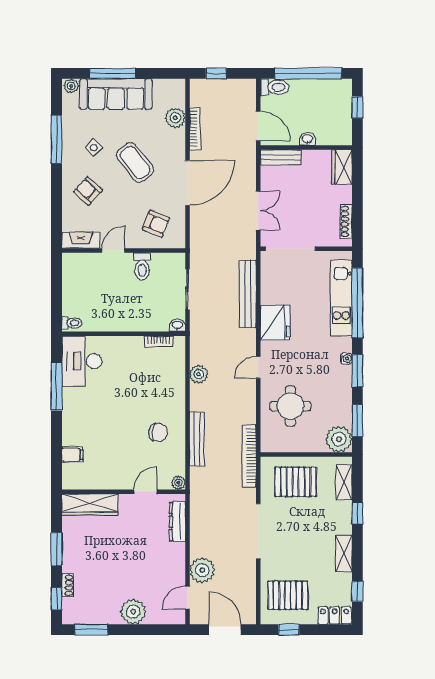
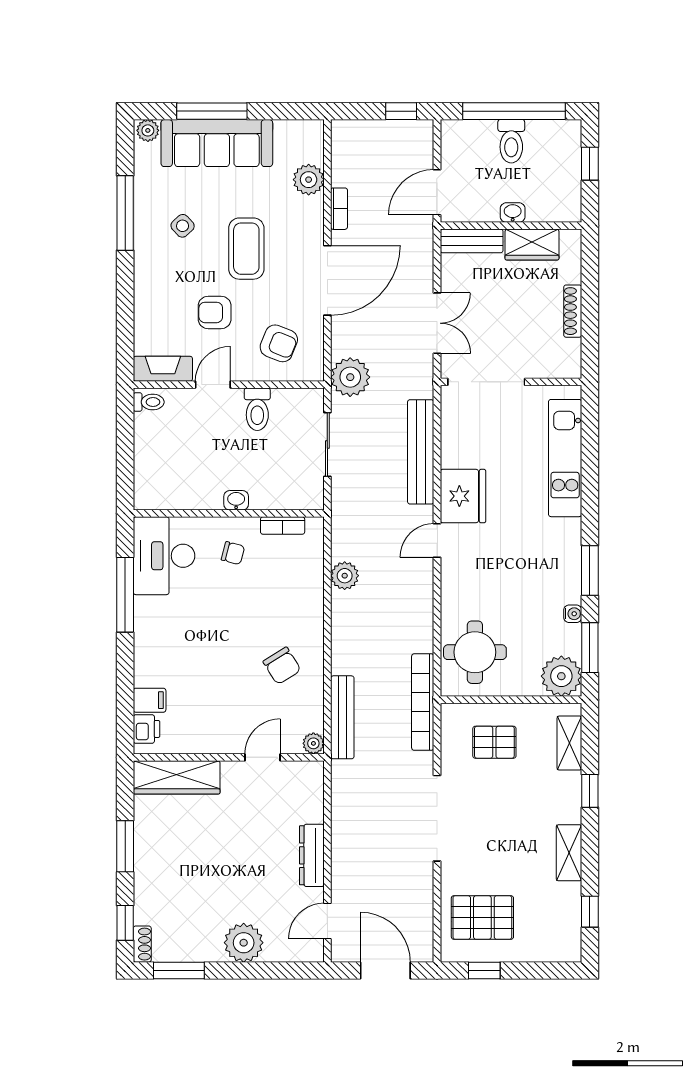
window: (216, 73) -> (401, 111), moved
toilet: (275, 87) -> (511, 141), moved, turned 90
door: (258, 126) -> (437, 192), swing flipped
bookcase: (195, 129) -> (339, 209), width x0.64
coffee table: (135, 162) -> (246, 249), turned 38
wardrobe: (342, 167) -> (532, 245), moved, turned -90
armchair: (88, 191) -> (215, 312), moved, turned -42
shoe rack: (346, 221) -> (573, 311), moved
window: (357, 303) -> (590, 466), removed
toilet: (72, 323) -> (149, 402), moved
washbasin: (177, 325) -> (236, 500), moved
chair: (126, 359) -> (233, 553), added
water cooler: (346, 359) -> (573, 614), moved
door: (258, 367) -> (437, 540), moved
round table: (290, 406) -> (475, 652), moved
chair: (158, 432) -> (282, 666), turned 51
bench: (197, 439) -> (342, 717), moved
printer: (70, 473) -> (146, 729), added
pallet: (296, 482) -> (494, 742), width x0.67, depth x0.71
dresser: (177, 522) -> (312, 855), moved
plant: (202, 570) -> (350, 377), moved
shoe rack: (68, 585) -> (142, 944), moved
locker: (335, 616) -> (555, 949), removed

